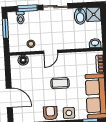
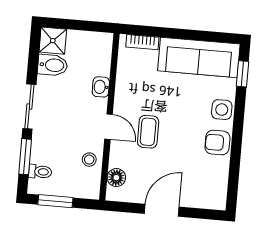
washbasin: (95, 43) -> (101, 87), moved
coffee table: (60, 83) -> (148, 132), moved
door: (9, 98) -> (162, 210), moved

